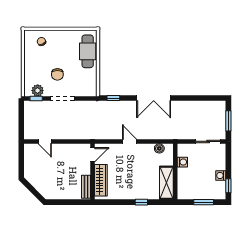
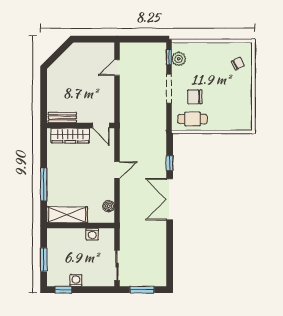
cafe table: (88, 51) -> (192, 119), moved, width x0.73, depth x0.74
chair: (57, 74) -> (195, 97), moved
window: (113, 98) -> (170, 163), moved
window: (141, 202) -> (44, 184), width x2.17

